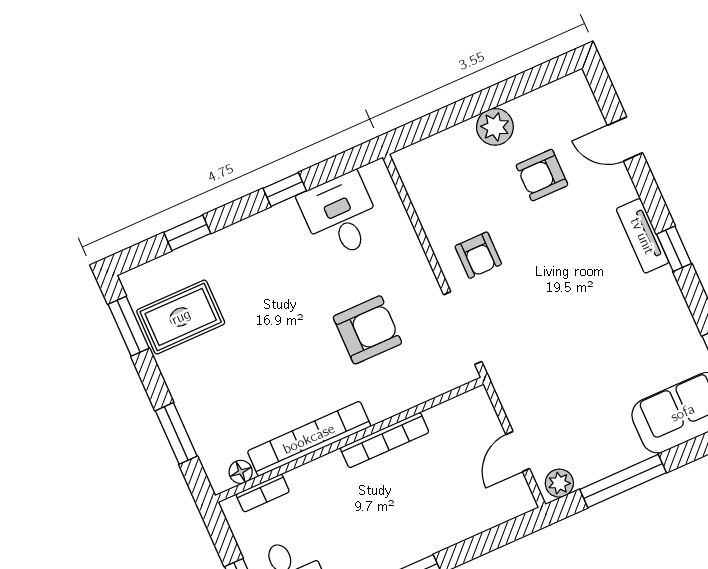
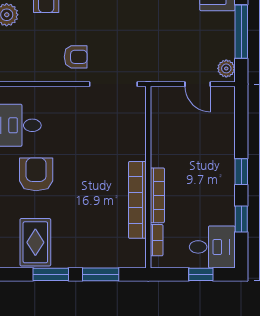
window: (129, 326) -> (51, 274), moved
armchair: (367, 330) -> (36, 174), moved
bookcase: (385, 440) -> (157, 195), moved
floor lamp: (241, 472) -> (139, 247), removed

